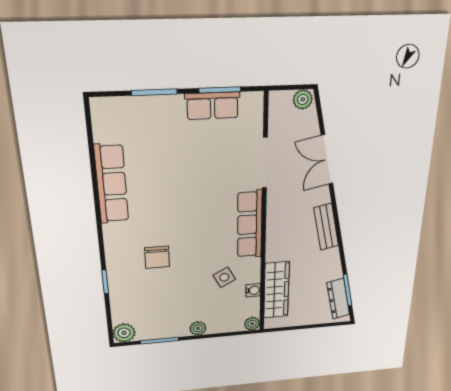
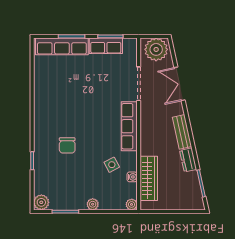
plant: (303, 99) -> (156, 49), width x1.88, depth x1.88
row of seats: (112, 184) -> (62, 46), moved, turned 90
dresser: (338, 299) -> (188, 160), moved, width x0.70

